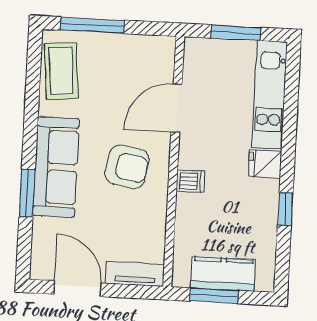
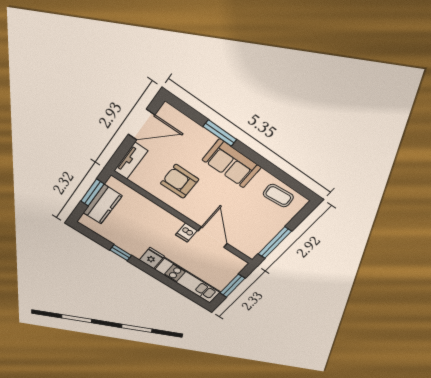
window: (92, 25) -> (275, 243), moved
coffee table: (61, 71) -> (278, 196), width x0.73, depth x0.77
sofa: (56, 167) -> (232, 164), width x0.73
armchair: (127, 167) -> (180, 181), moved, turned 80
dishwasher: (191, 181) -> (186, 233), moved

